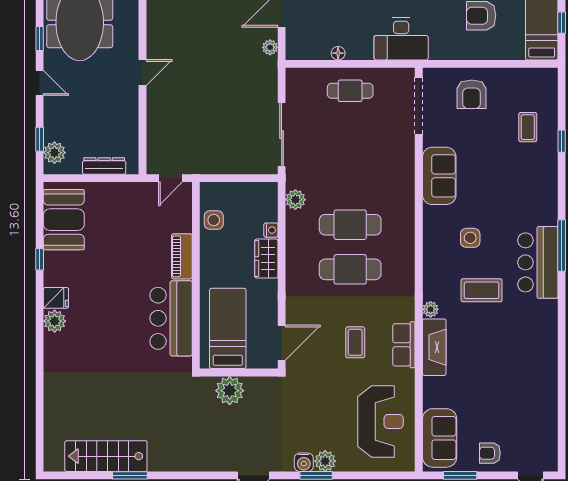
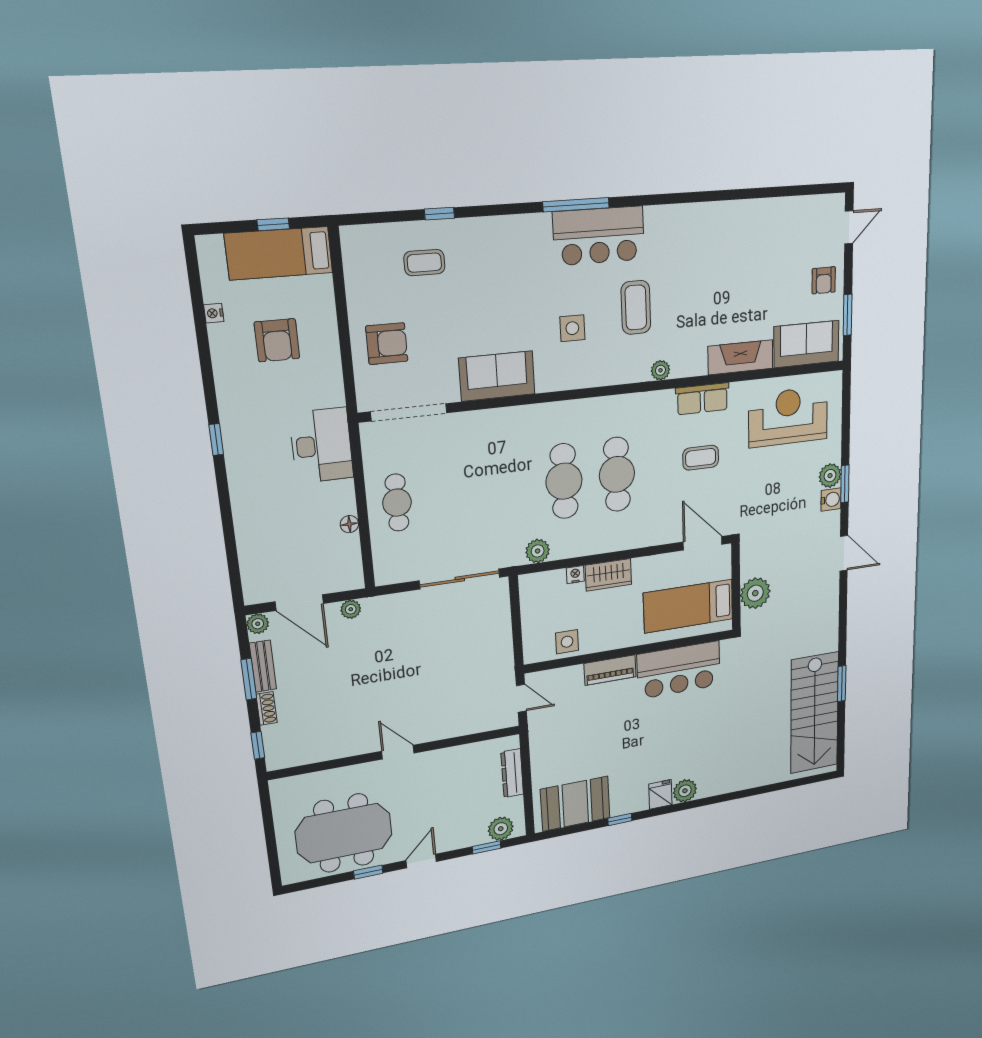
fireplace: (434, 347) -> (740, 357), moved
stairs: (106, 456) -> (814, 713), width x1.36, depth x1.51

